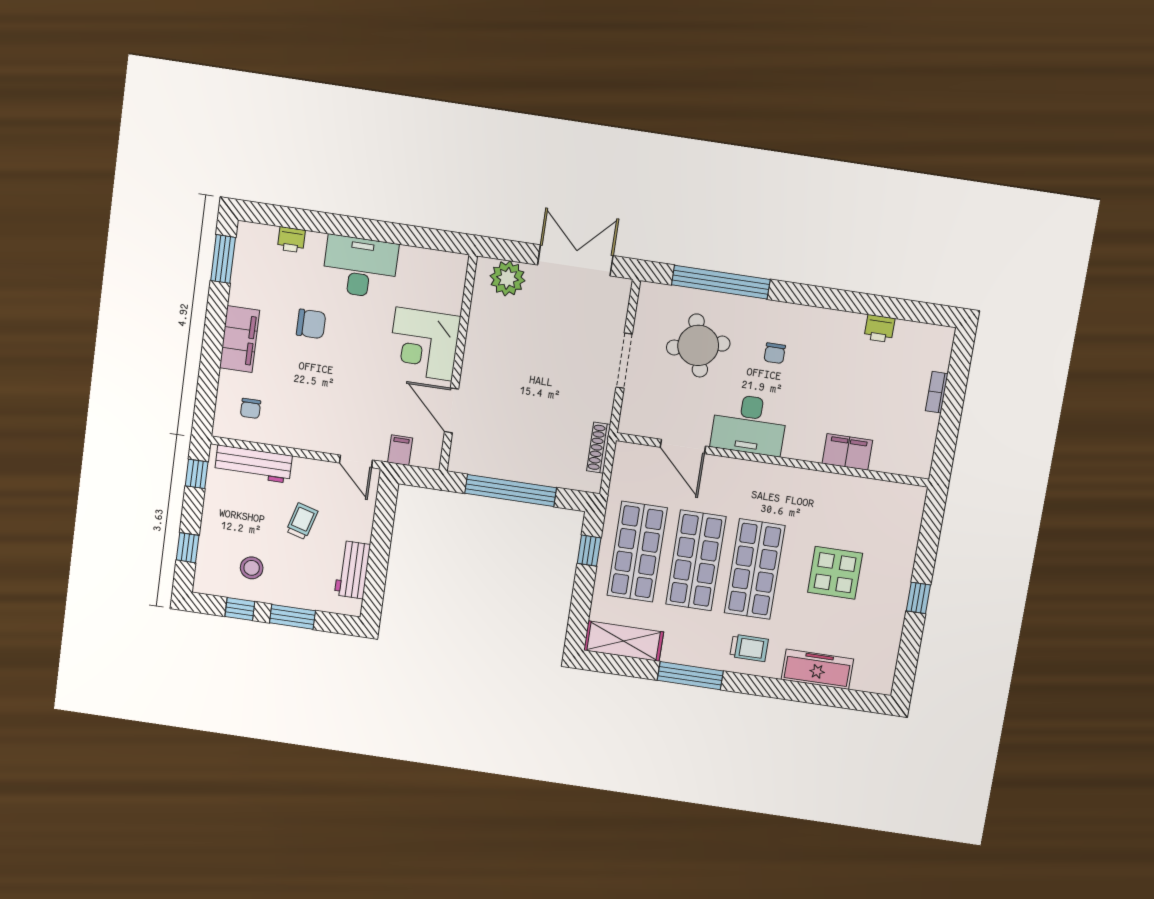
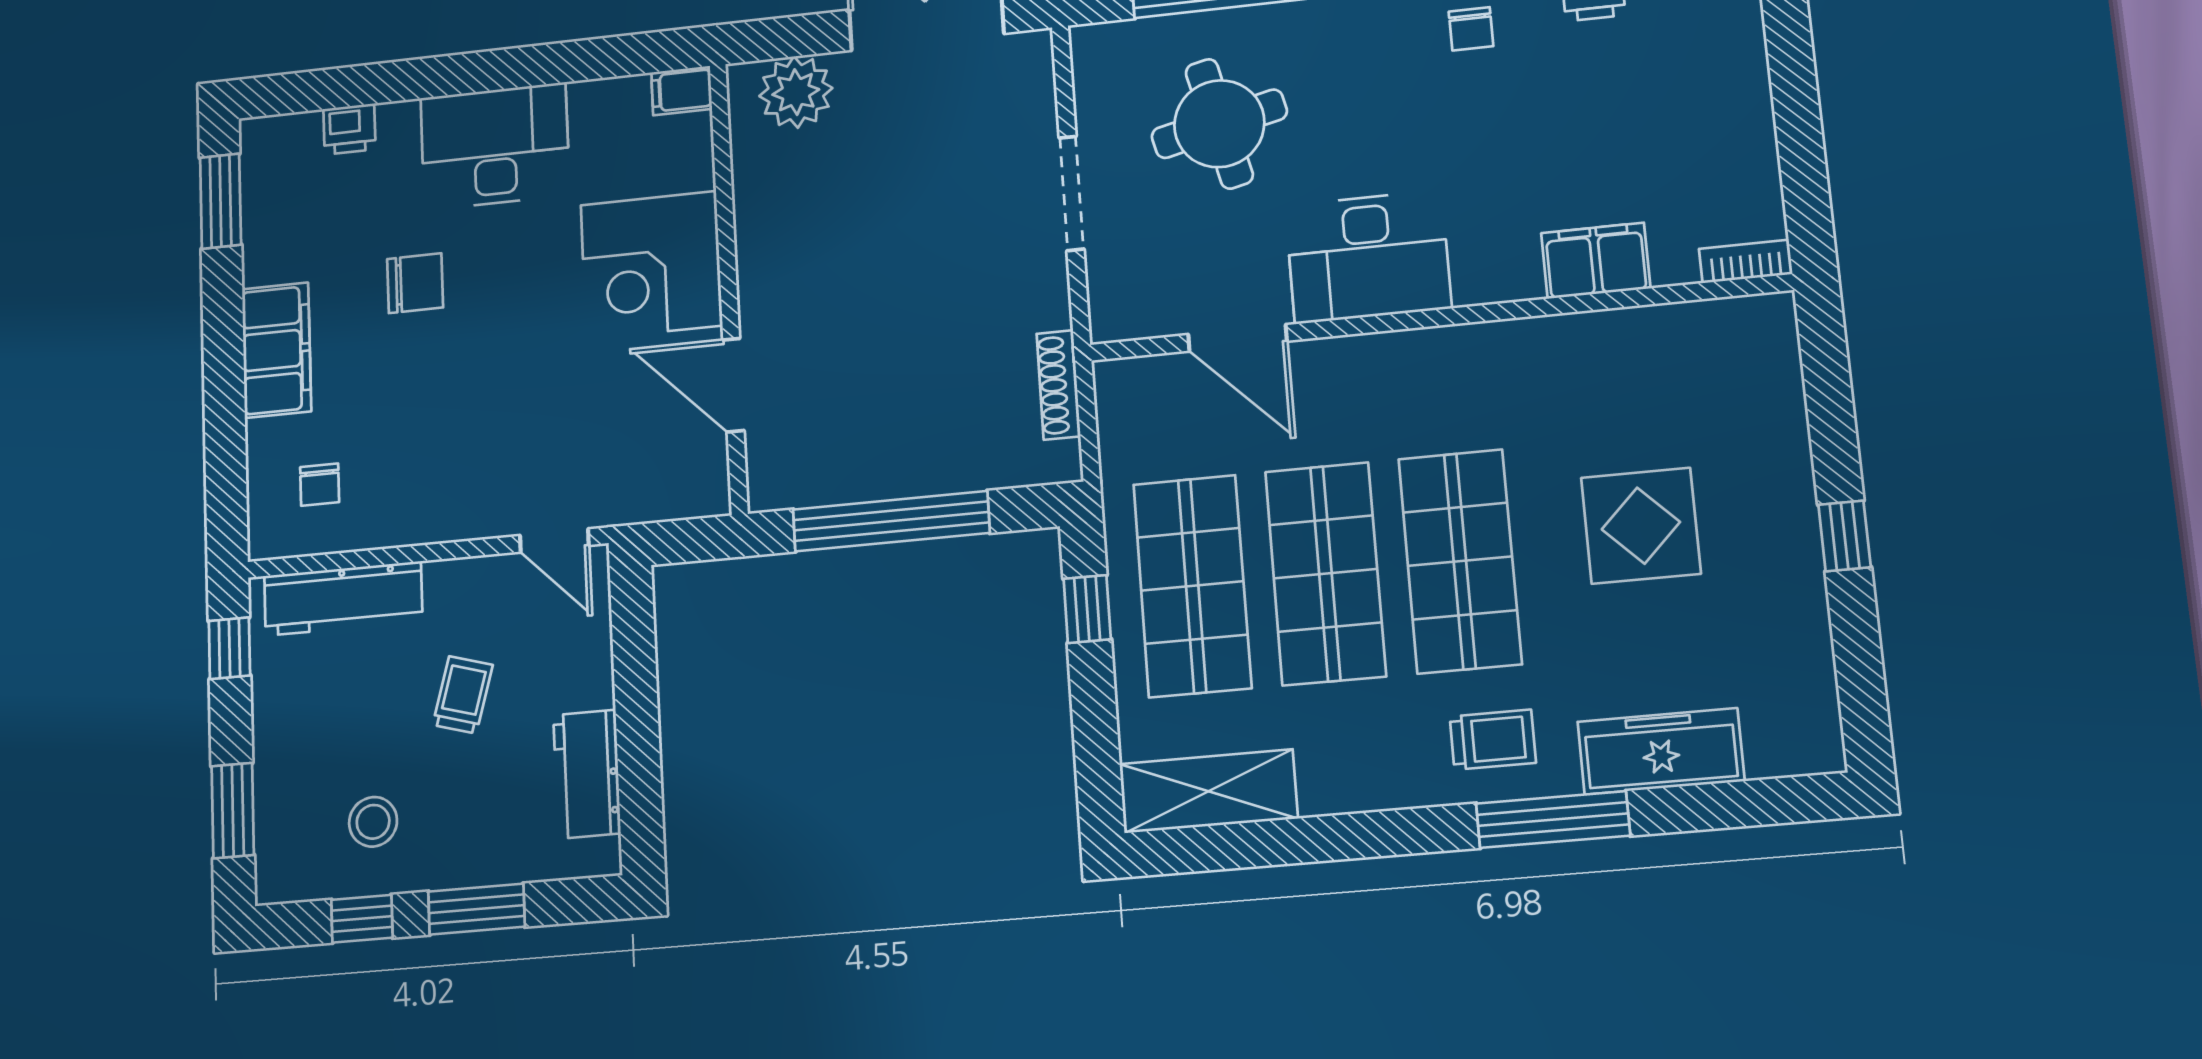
chair: (775, 353) -> (1471, 29), moved
bookcase: (937, 392) -> (1746, 261), moved, turned 90
filing cabinet: (400, 450) -> (682, 91), moved, turned -90
window: (188, 548) -> (233, 810), width x1.50
window: (690, 676) -> (1553, 820), moved

